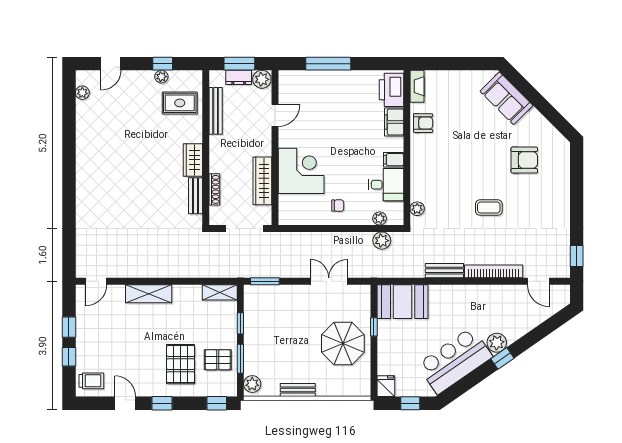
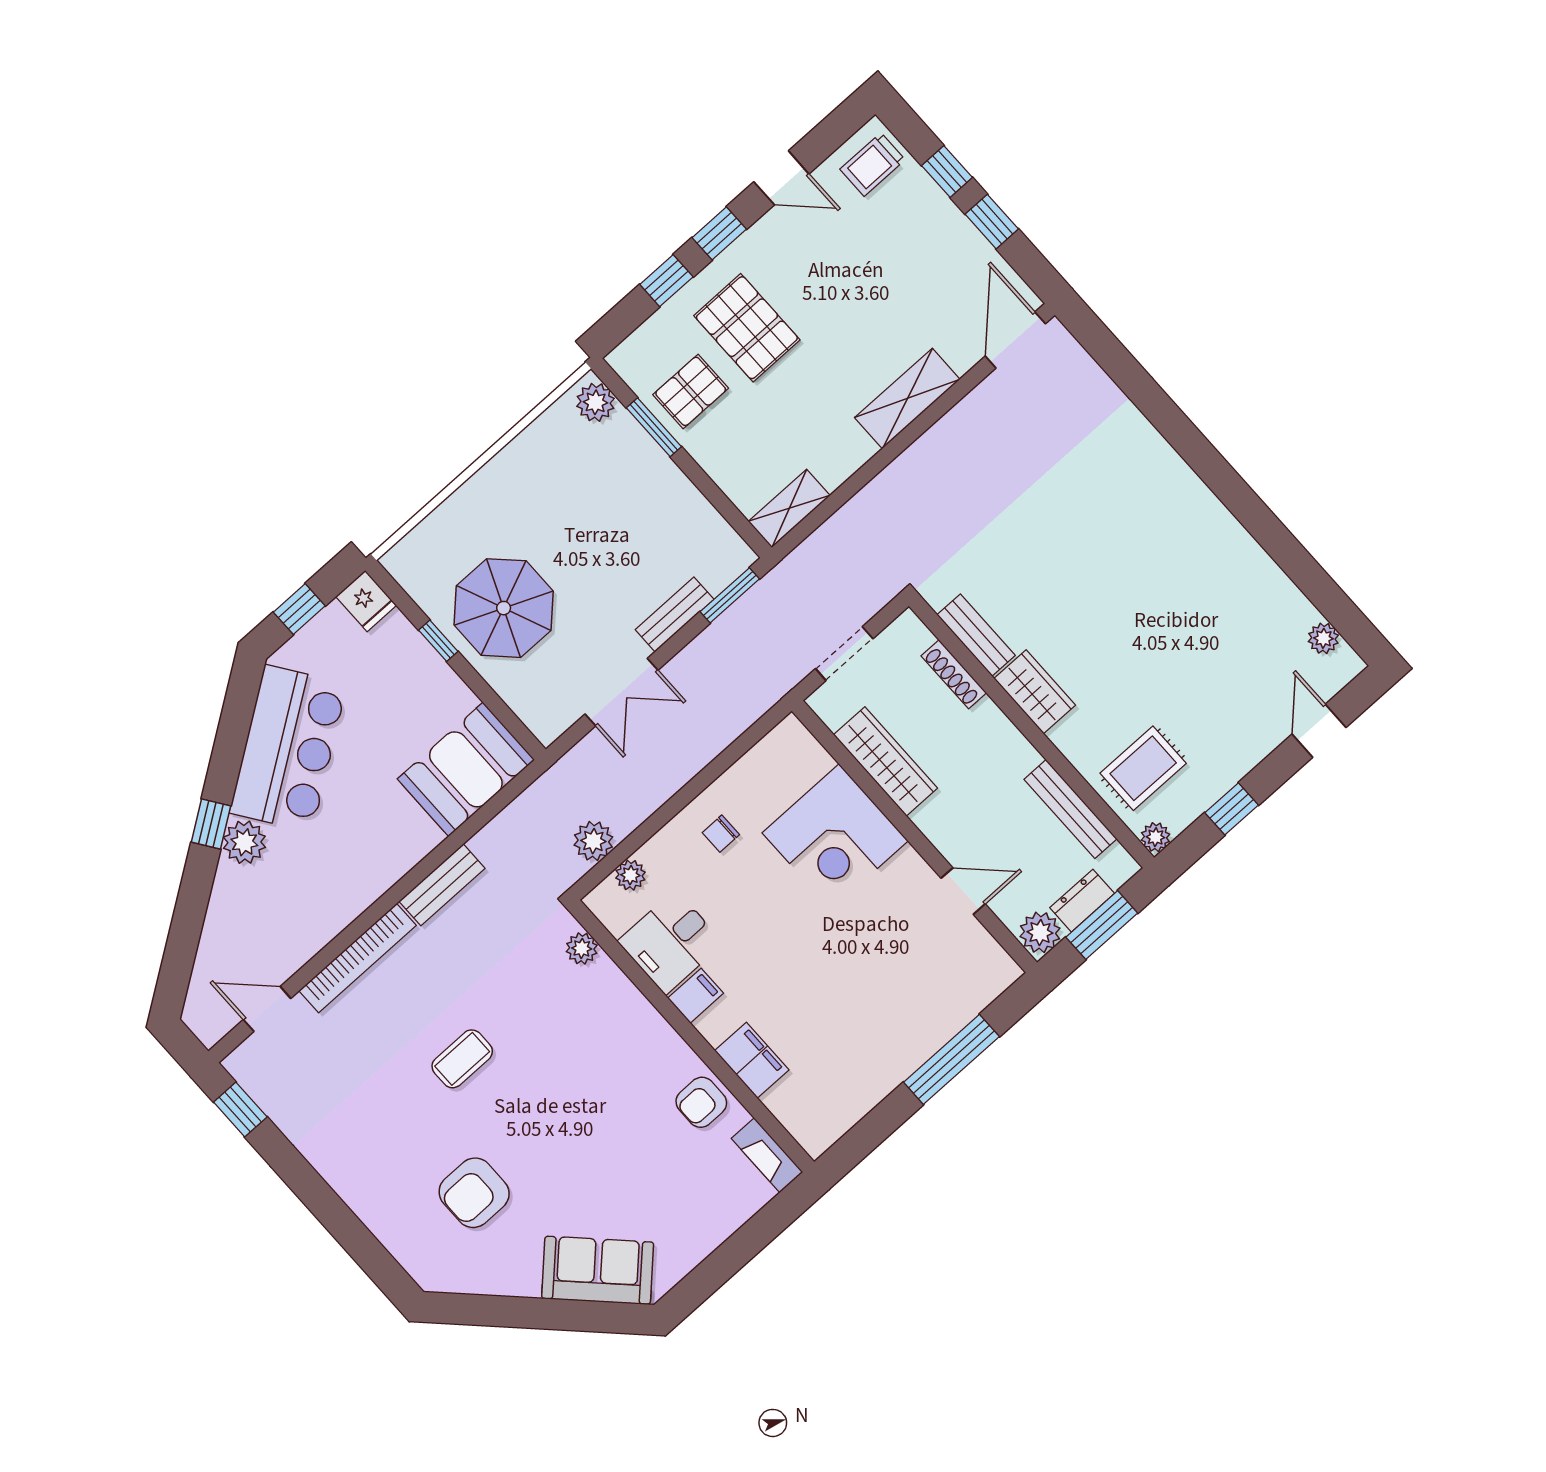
plant: (161, 77) -> (1155, 837), moved
printer: (392, 90) -> (805, 1111), removed
door: (275, 116) -> (963, 891), swing flipped
doorway: (244, 228) -> (844, 654), width x0.73
door: (96, 281) -> (1015, 340), width x1.38
window: (240, 323) -> (707, 487), removed
window: (374, 327) -> (438, 641), moved
bench: (298, 390) -> (675, 614), moved
window: (217, 403) -> (666, 281), moved

